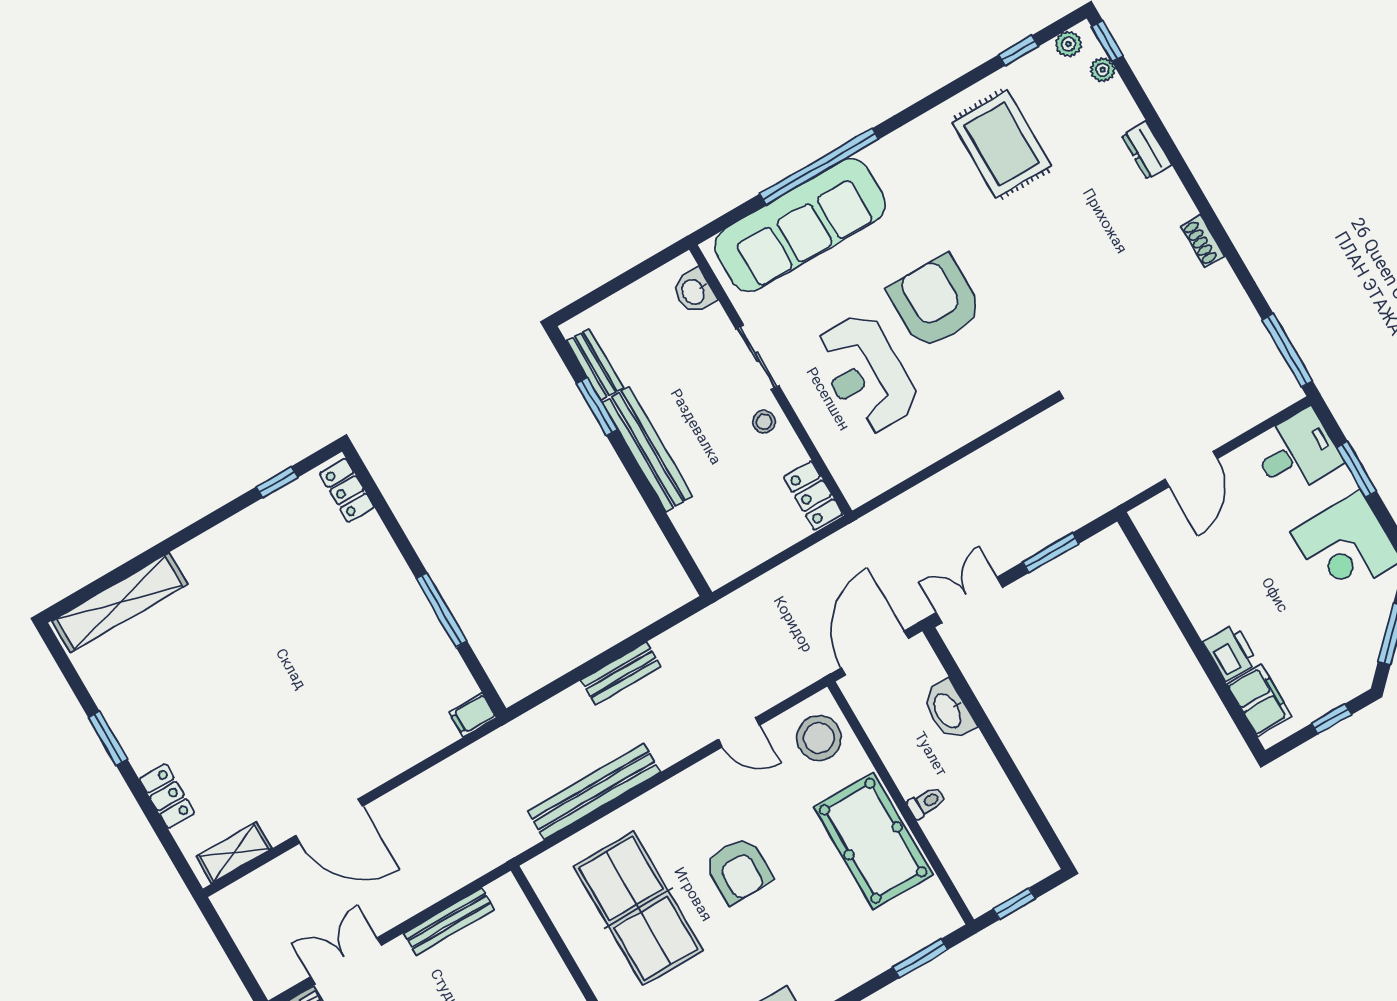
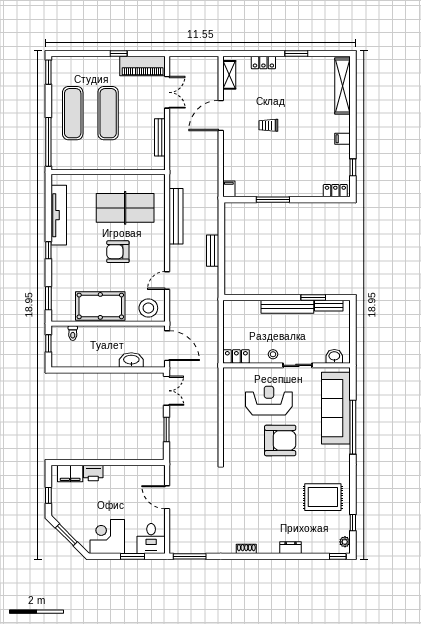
plant: (1103, 70) -> (328, 549), removed
filing cabinet: (230, 538) -> (343, 139), added
trolley: (292, 709) -> (268, 125), added
toilet: (927, 802) -> (73, 333), moved

